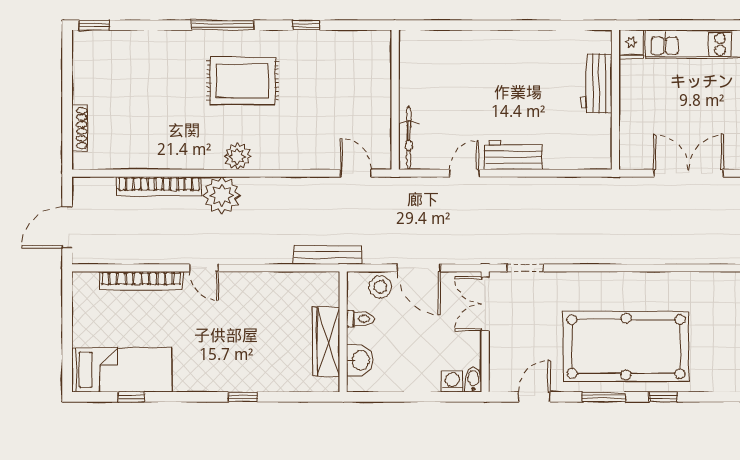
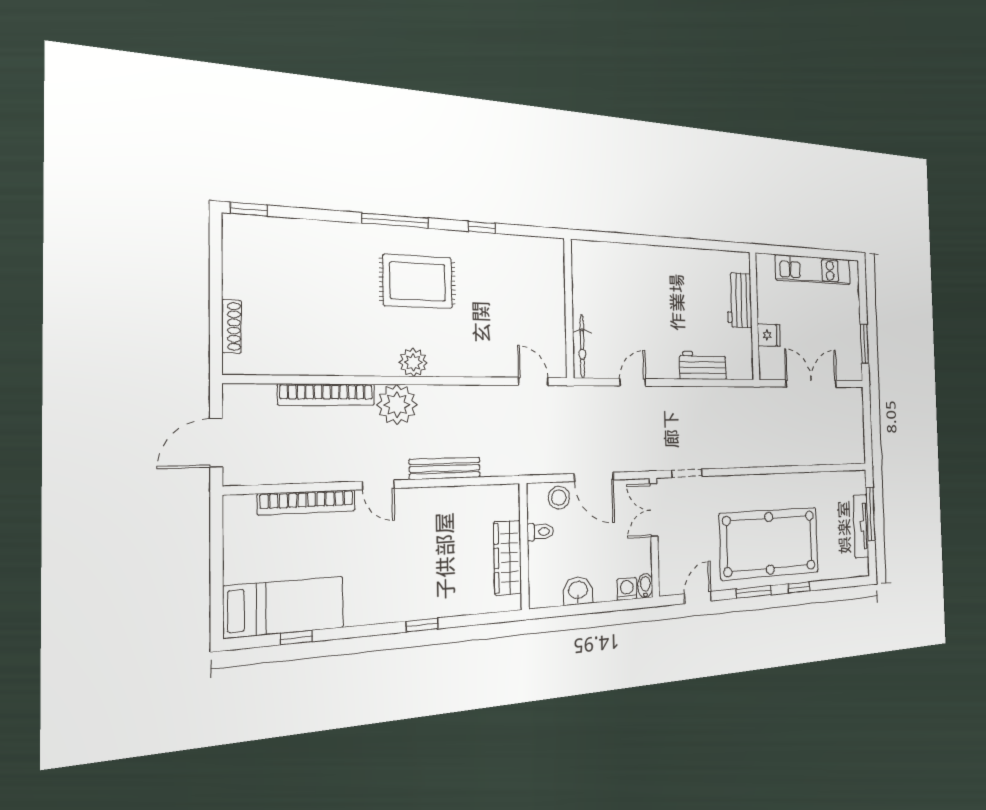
fridge: (631, 44) -> (769, 335), moved, turned -90
workbench: (513, 155) -> (703, 366), moved
bench: (327, 255) -> (445, 468), moved
washbasin: (360, 360) -> (578, 591), moved, turned -90

